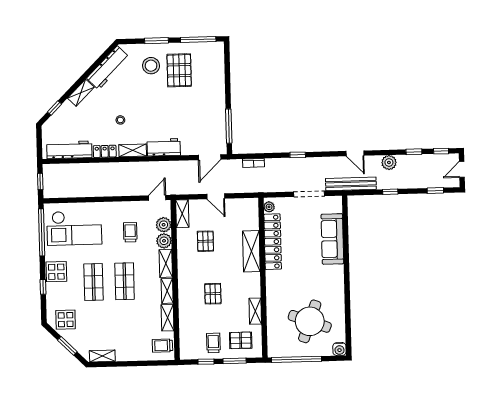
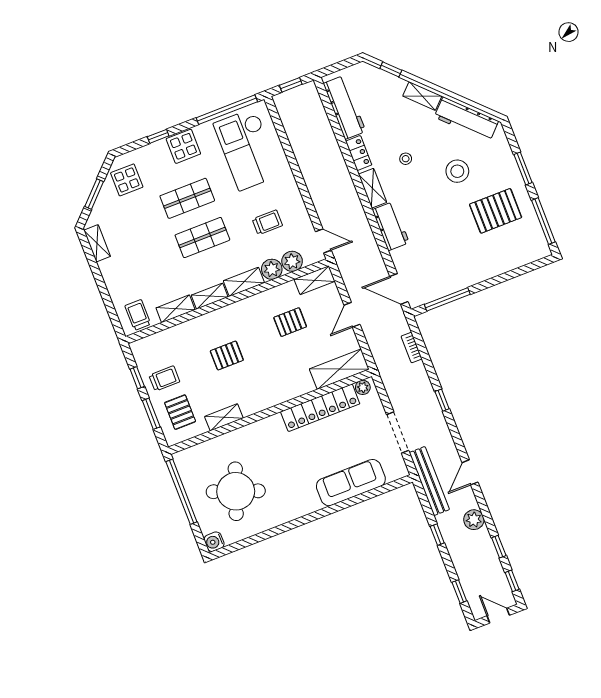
stool: (151, 66) -> (457, 171), moved
shelving: (251, 251) -> (339, 369), moved

